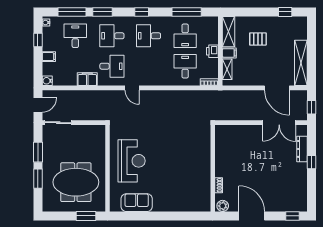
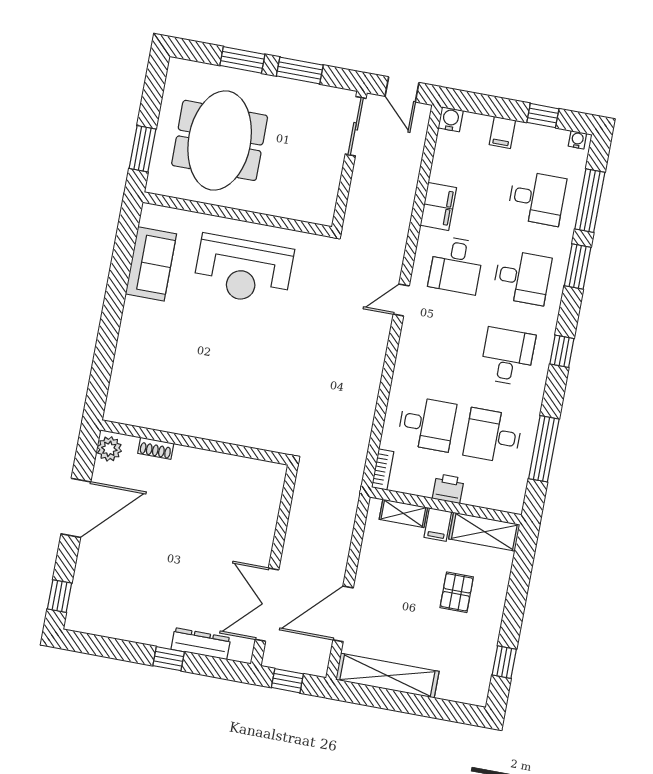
desk: (112, 36) -> (522, 277), turned 90

